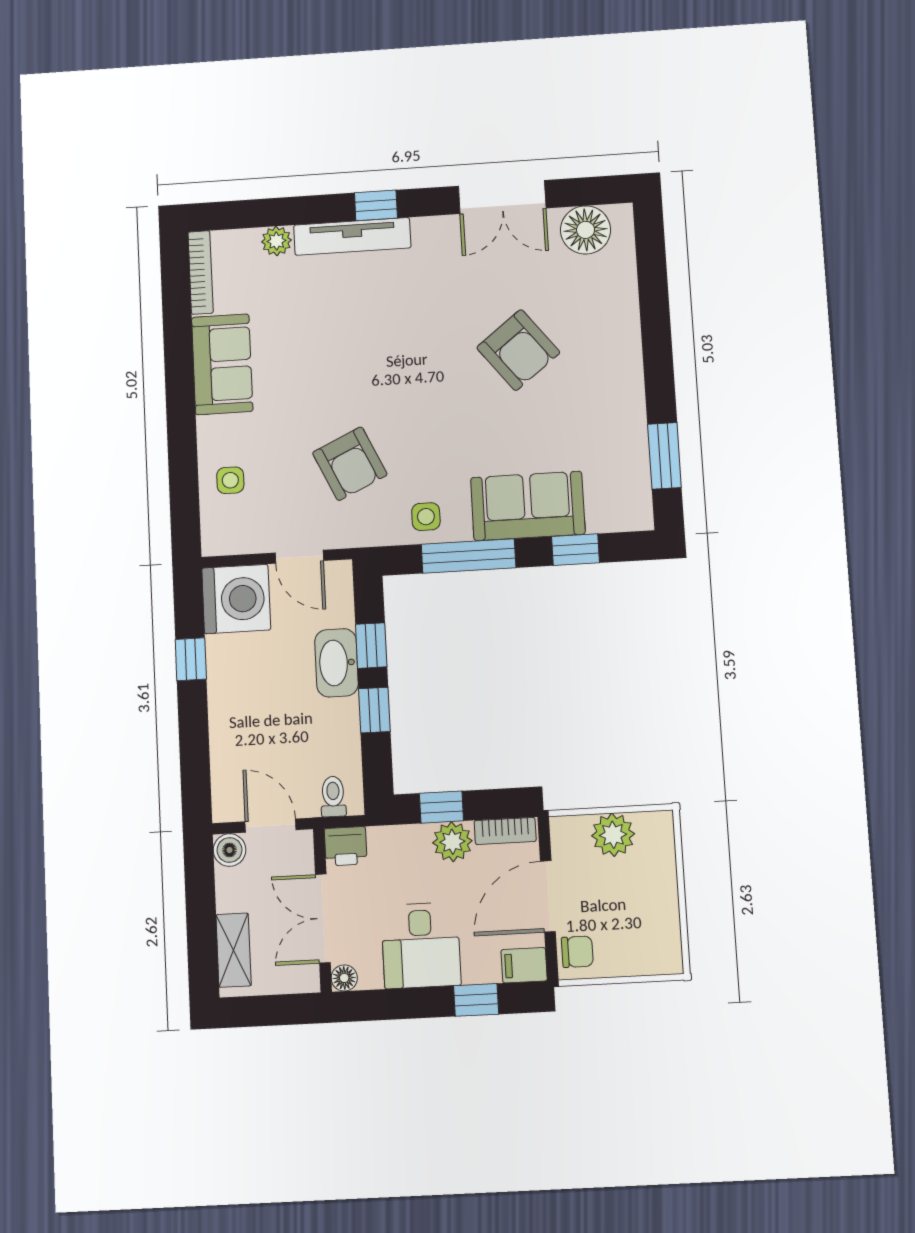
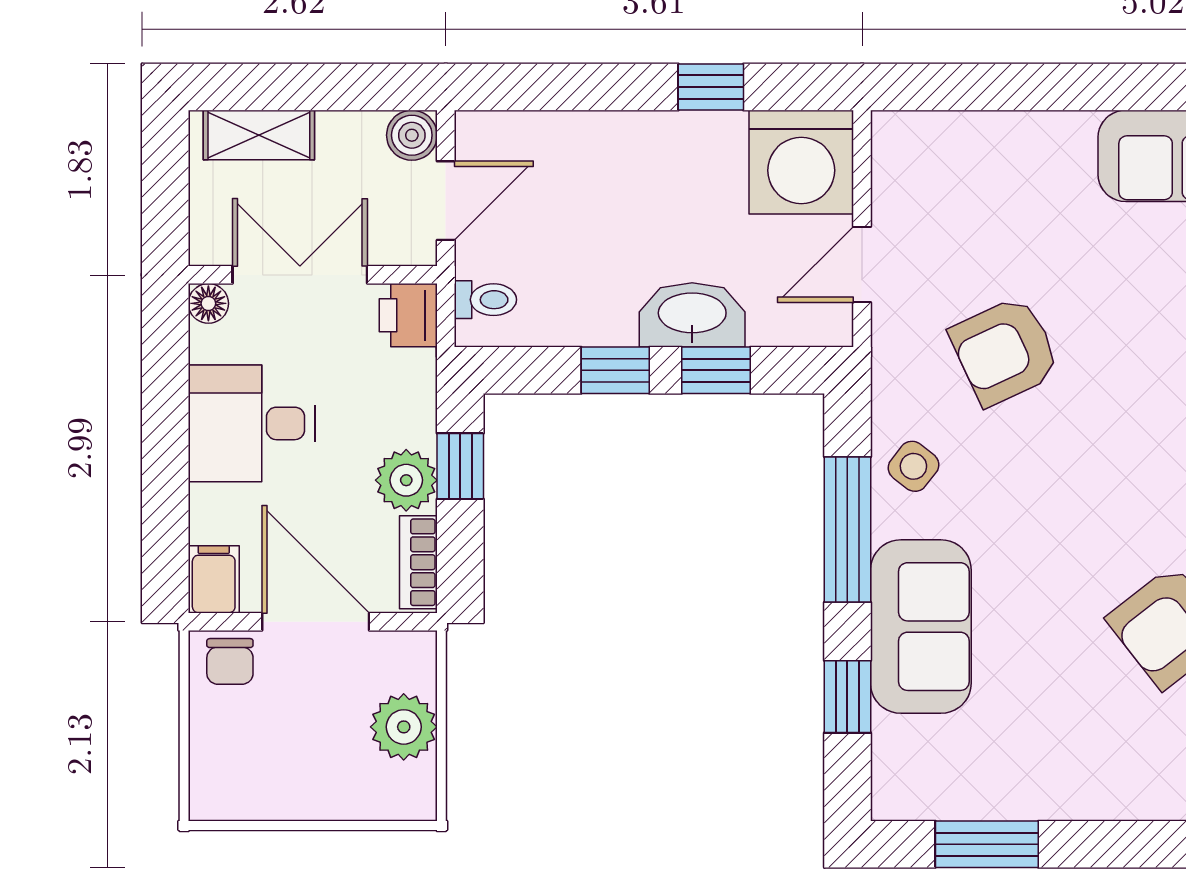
side table: (230, 480) -> (990, 161), removed
side table: (426, 517) -> (913, 466), turned 38
window: (476, 1000) -> (165, 503), removed

